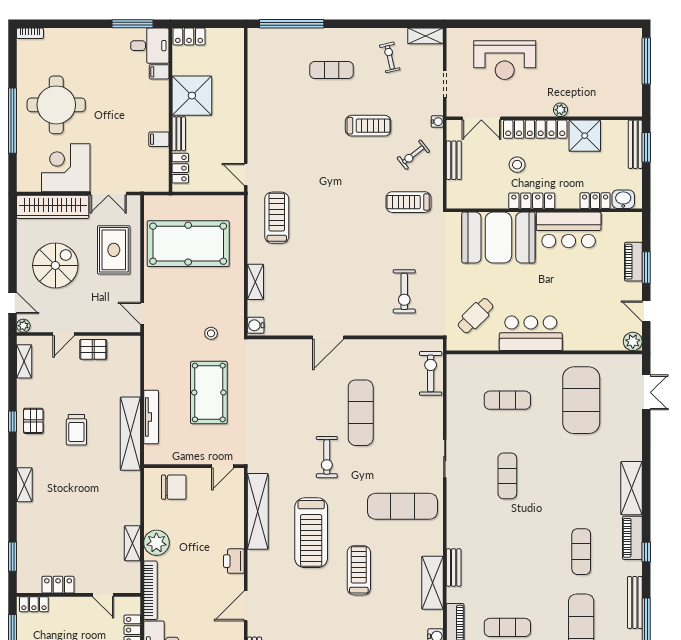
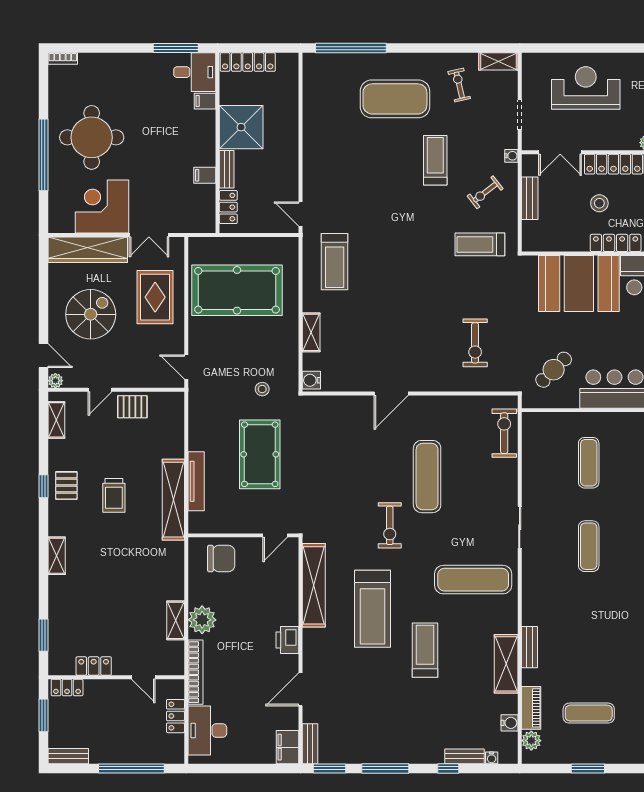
locker: (189, 36) -> (248, 62), width x1.53
reception desk: (505, 60) -> (586, 88), turned 180
exercise mat: (332, 70) -> (395, 99), width x2.00, depth x1.45
treadmill: (368, 126) -> (435, 160), turned -90
treadmill: (277, 218) -> (335, 262), turned 180
exercise mat: (507, 400) -> (589, 463), turned 90

